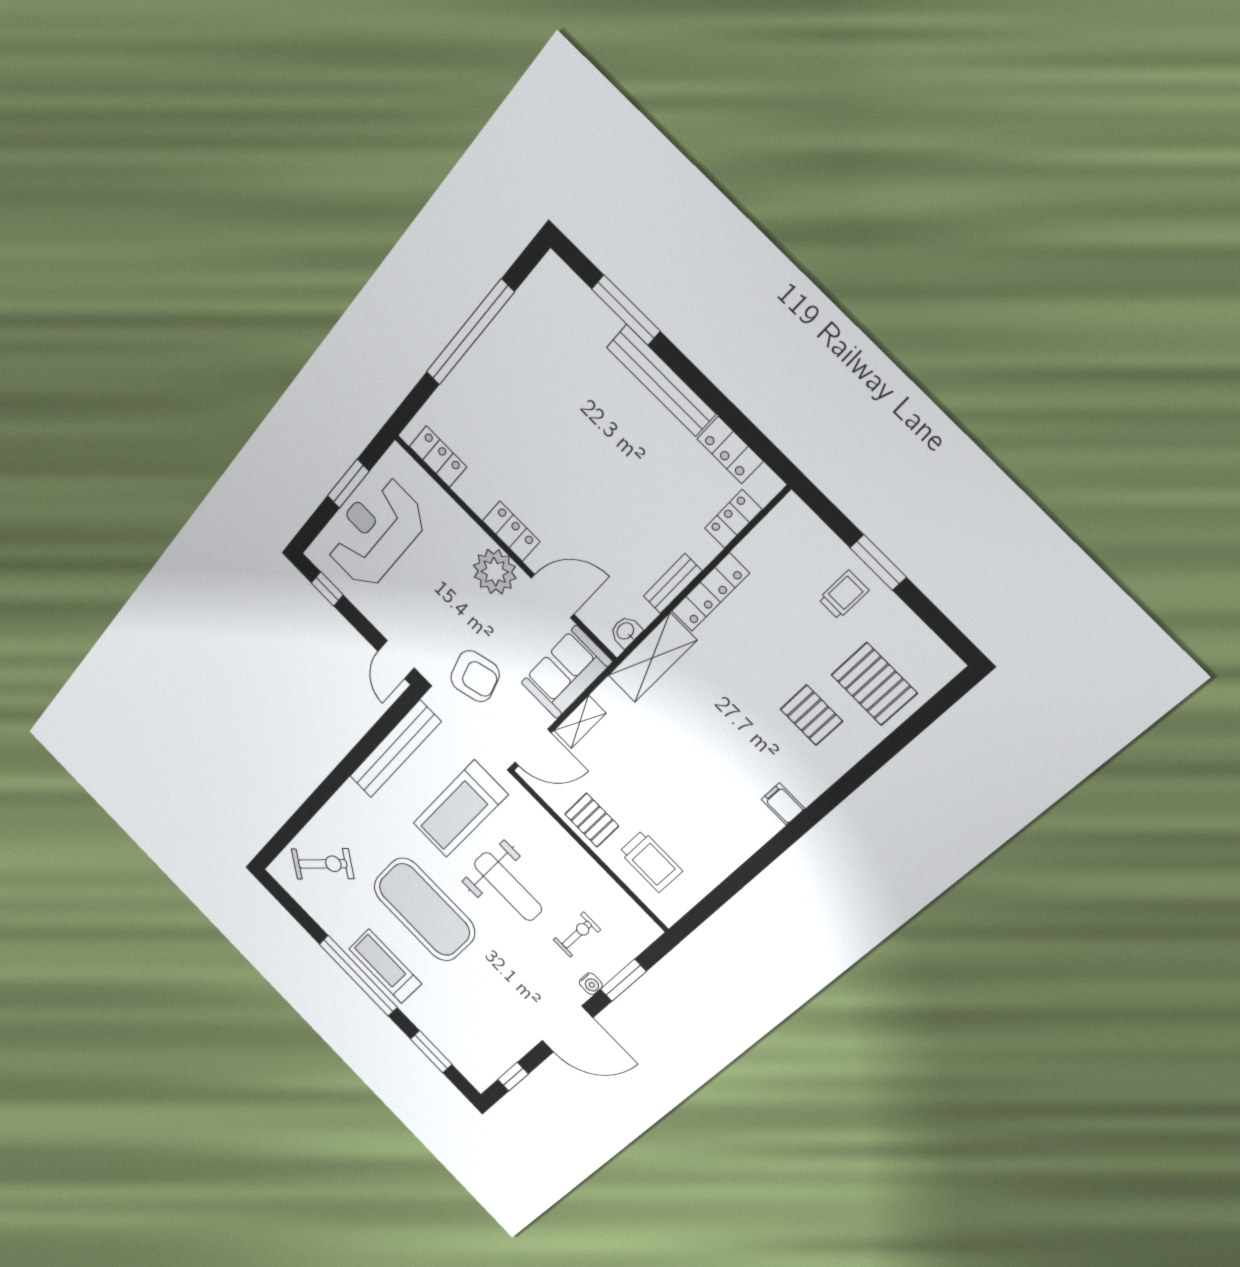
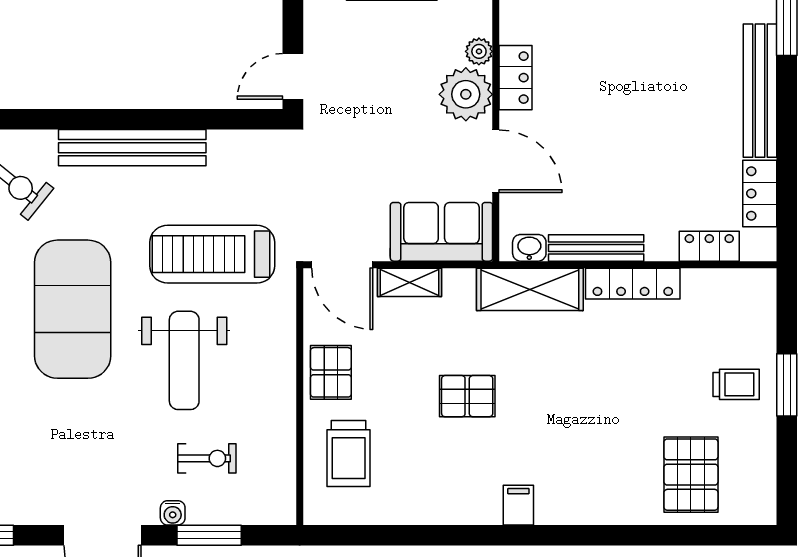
plant: (475, 537) -> (479, 51), added
bench: (673, 584) -> (596, 248), width x1.36
armchair: (475, 676) -> (353, 159), removed
pallet: (811, 715) -> (467, 396), moved, turned 90
bench: (395, 749) -> (132, 148), moved

